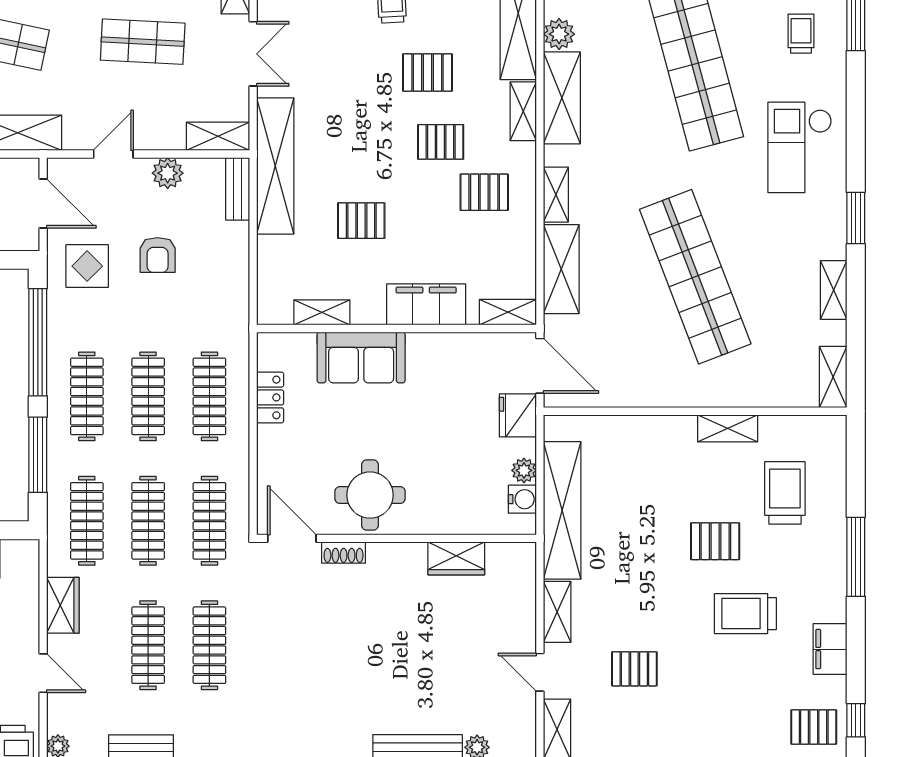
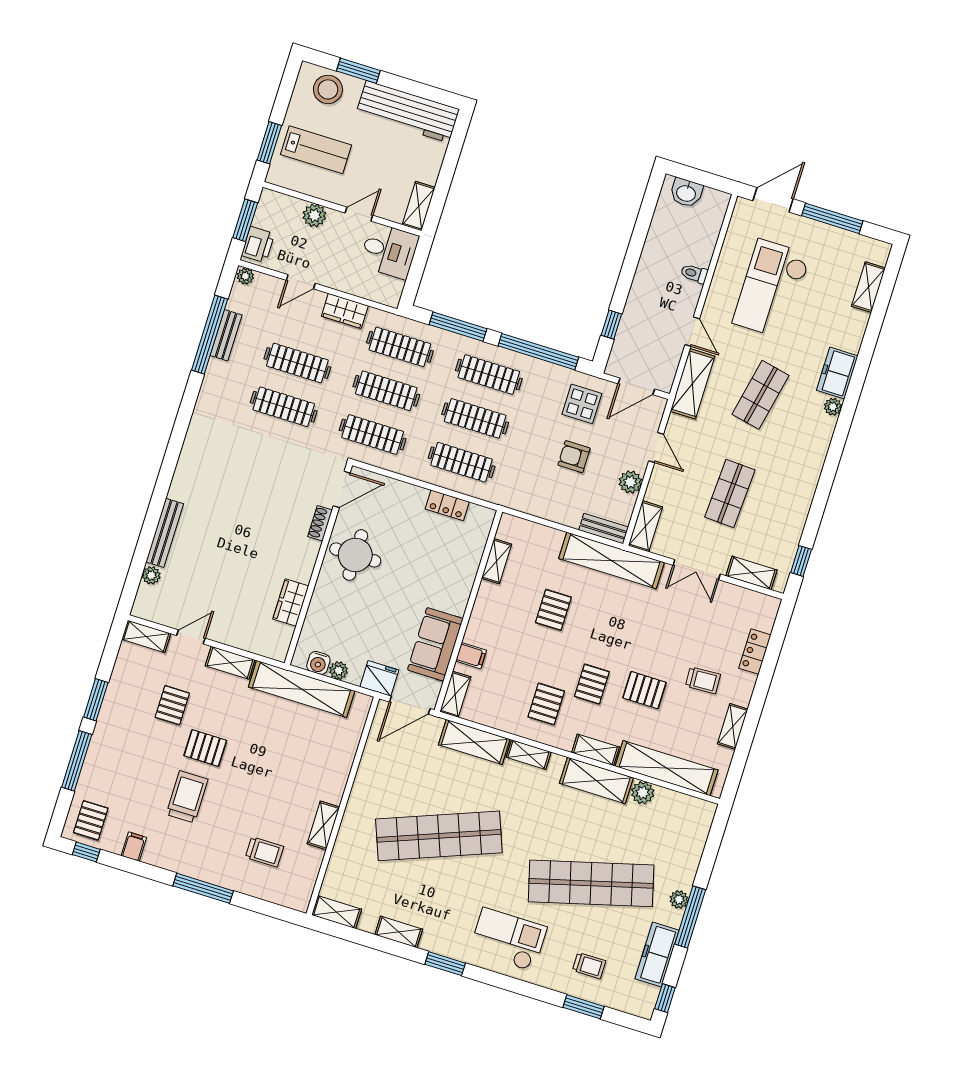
pallet: (427, 72) -> (644, 690), turned 90
filing cabinet: (426, 304) -> (471, 656), width x0.33, depth x0.86
sofa: (361, 357) -> (435, 644), moved
trolley: (785, 493) -> (265, 852), width x0.73, depth x0.72
pallet: (715, 541) -> (205, 748), moved, turned 90
filing cabinet: (830, 649) -> (134, 847), width x0.50

